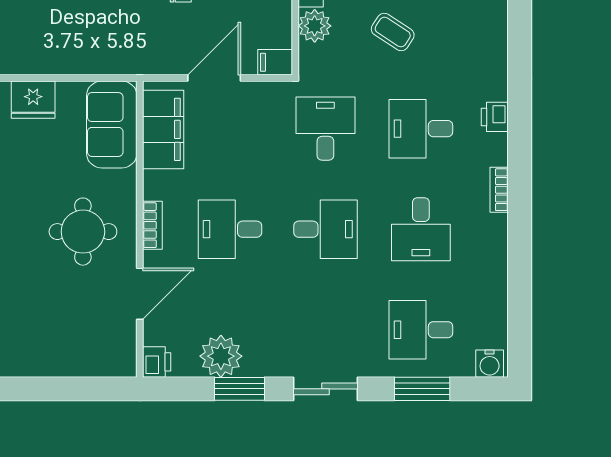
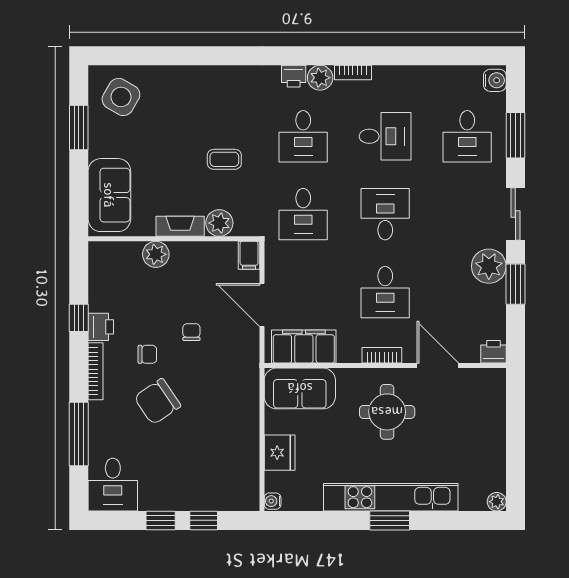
coffee table: (393, 32) -> (224, 159), turned 57
desk: (325, 129) -> (303, 214), turned -90
plant: (493, 149) -> (320, 78), added
plant: (221, 356) -> (489, 266), moved

